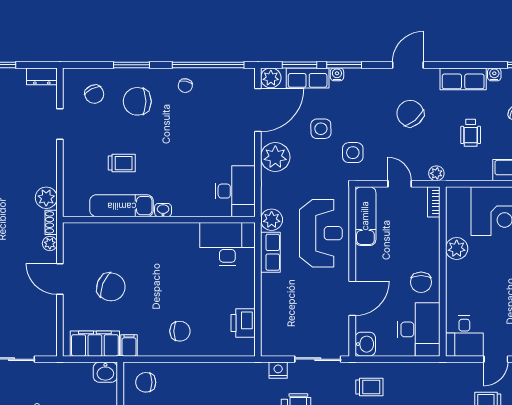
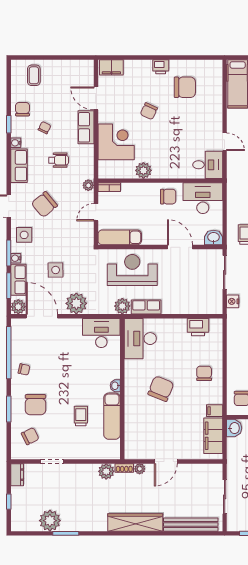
side table: (353, 153) -> (24, 235), moved
chair: (111, 287) -> (161, 389), moved

